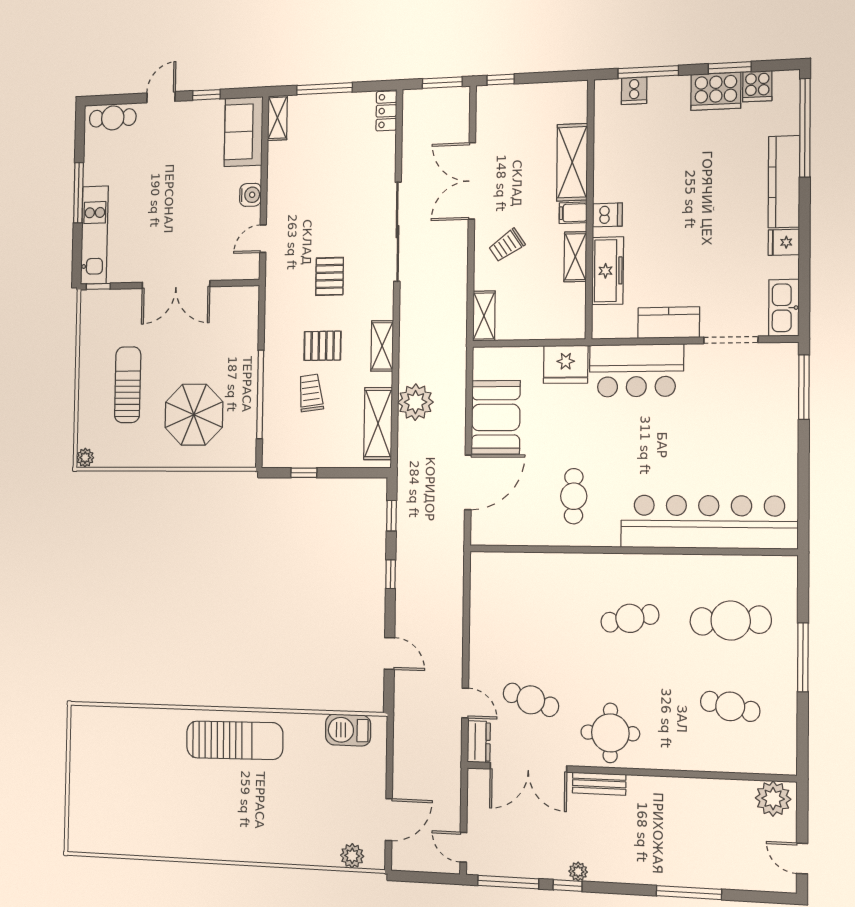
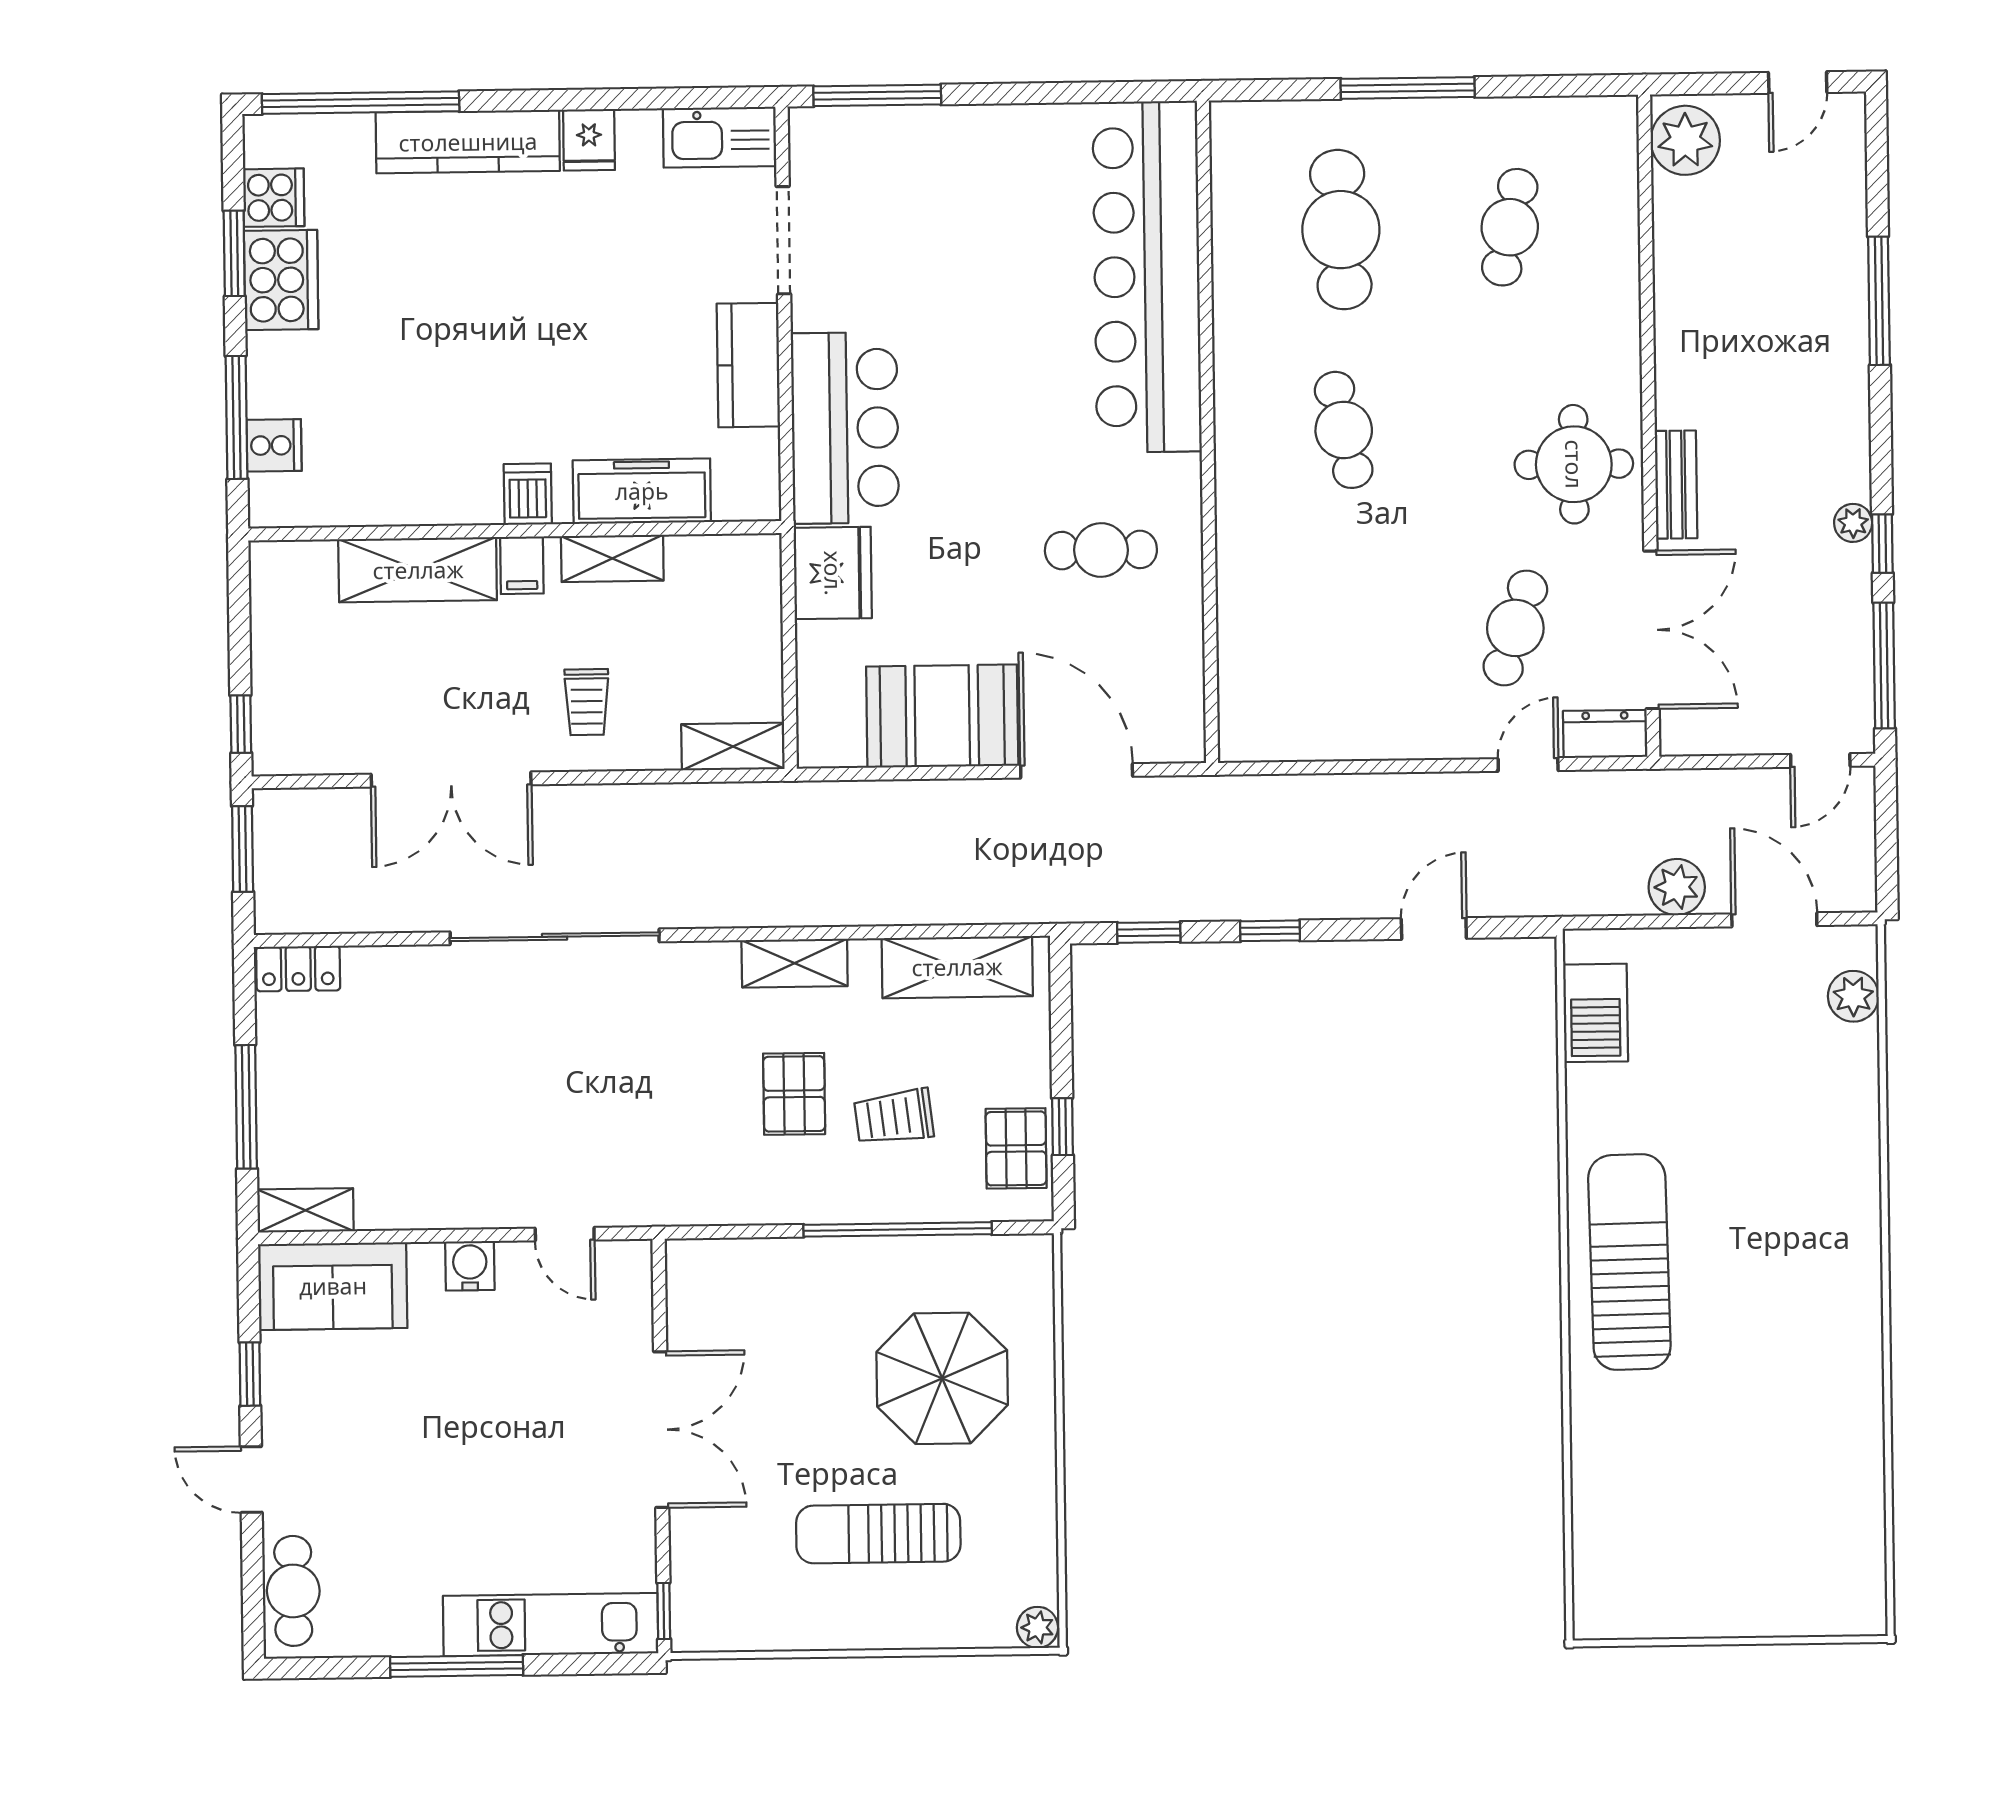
trolley: (507, 245) -> (587, 702), turned 34
pallet: (330, 276) -> (1016, 1148), moved, turned 90
plant: (416, 402) -> (1677, 887), moved, width x0.73, depth x0.73

